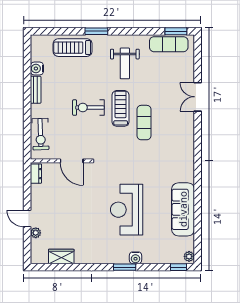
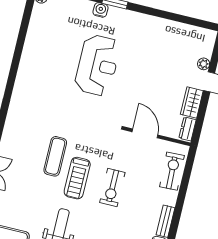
exercise bike: (88, 108) -> (112, 188), turned 90
sofa: (183, 209) -> (35, 50), removed
wardrobe: (61, 256) -> (192, 103), moved, turned 90

